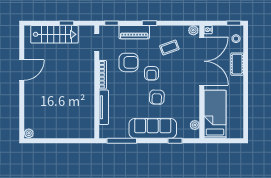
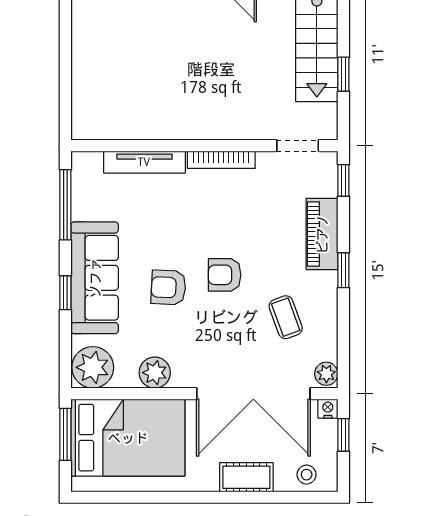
window: (234, 23) -> (343, 435), moved
armchair: (129, 62) -> (250, 221), removed
plant: (193, 103) -> (155, 373), added
bed: (215, 114) -> (128, 438), width x1.50
plant: (195, 125) -> (93, 367), width x1.88, depth x1.88
window: (175, 141) -> (65, 293), moved
window: (219, 141) -> (65, 434), added

